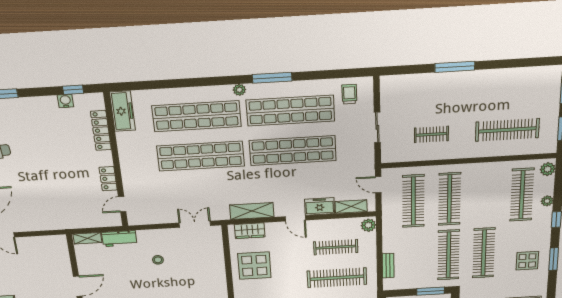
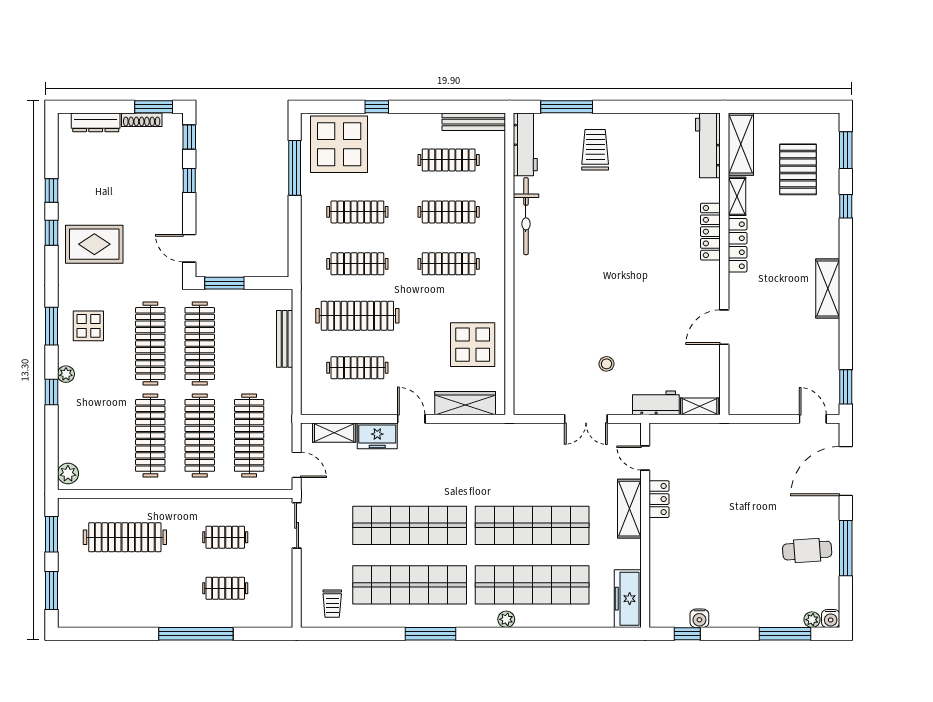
window: (455, 67) -> (196, 634), width x1.46
plant: (239, 90) -> (506, 619), moved
clothes rail: (432, 100) -> (225, 588), added
sliding door: (377, 127) -> (297, 525), moved
locker: (101, 131) -> (659, 572), removed
clothes rail: (522, 195) -> (150, 435), moved
plant: (547, 201) -> (66, 374), moved
door: (122, 204) -> (645, 458), swing flipped
shelving: (252, 211) -> (629, 509), moved, turned 90
double door: (195, 224) -> (586, 419), moved
plant: (368, 225) -> (311, 401), removed
wardrobe: (250, 231) -> (465, 403), width x1.50
bench: (388, 266) -> (285, 339), width x1.36

